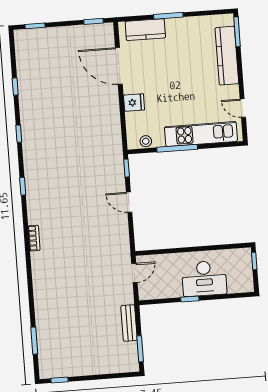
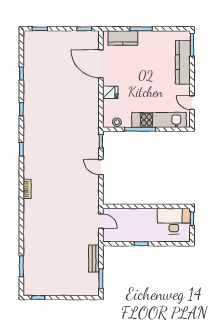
door: (134, 273) -> (101, 221), hinge flipped
desk: (204, 278) -> (174, 221), moved, turned 180

